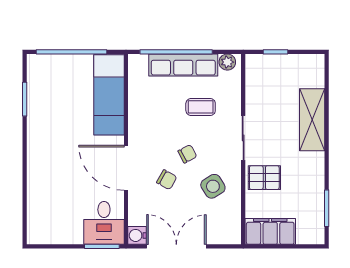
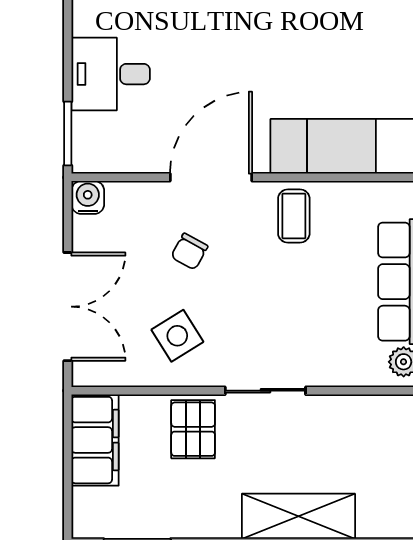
coffee table: (201, 107) -> (294, 216), moved
chair: (187, 154) -> (236, 289), removed
desk: (104, 223) -> (111, 74), moved
double door: (176, 246) -> (68, 307), moved

